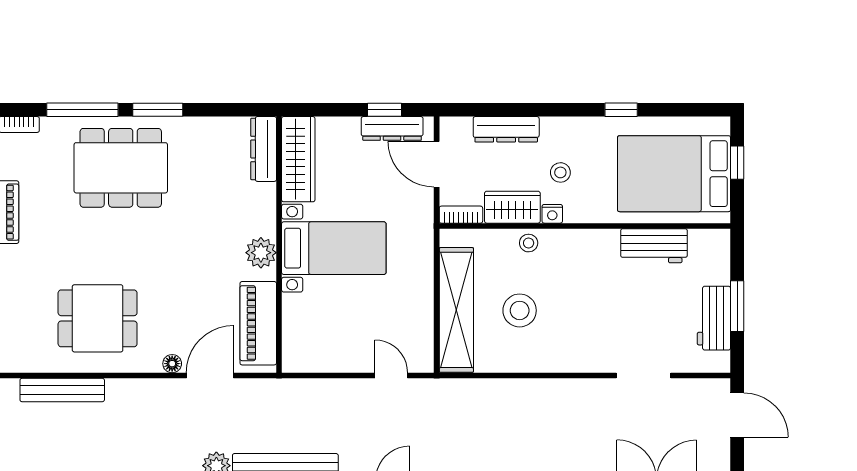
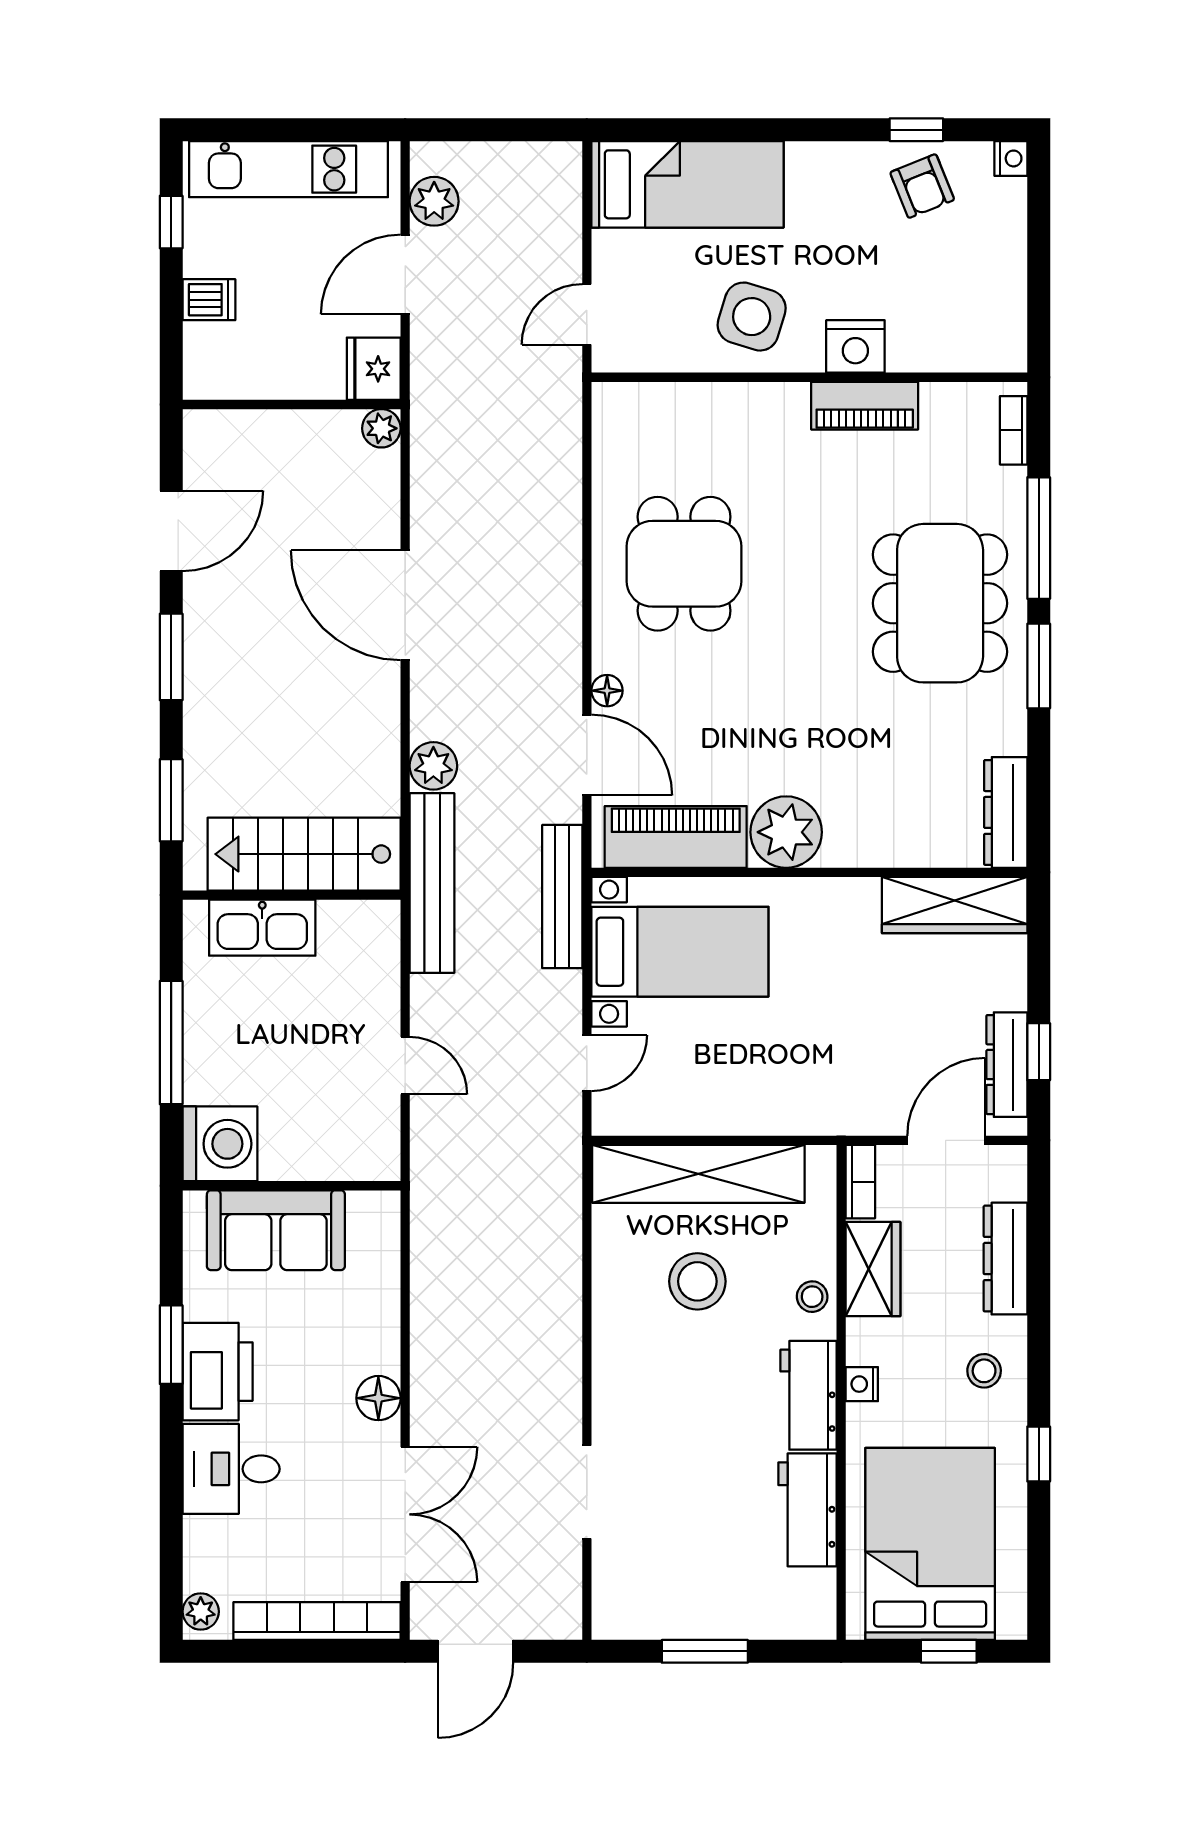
dresser: (264, 149) -> (1006, 812), moved, turned -90
stool: (560, 172) -> (984, 1371), moved
nightstand: (552, 214) -> (862, 1384), moved
bed with nightstands: (334, 248) -> (680, 952), moved, turned -90
plant: (261, 253) -> (786, 832), width x1.36, depth x1.36
workbench: (714, 318) -> (808, 1395), moved, turned -90
bench: (62, 390) -> (562, 897), moved
door: (737, 415) -> (476, 1651), moved

